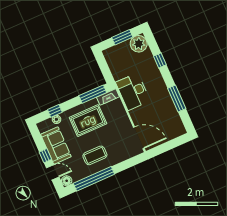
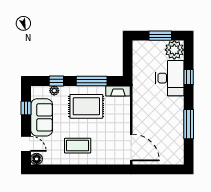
desk: (133, 92) -> (170, 78), moved, turned 180
window: (93, 94) -> (92, 81), moved
window: (45, 156) -> (26, 108), moved
window: (94, 179) -> (66, 169), removed

